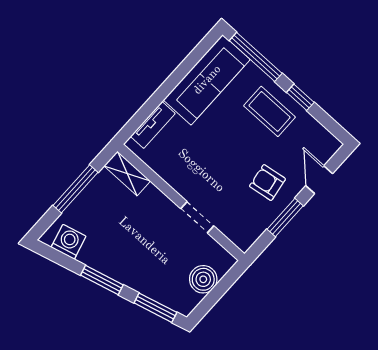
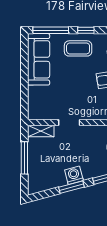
tv unit: (153, 125) -> (33, 100), removed
doorway: (197, 217) -> (69, 123), moved
washing machine: (68, 242) -> (74, 175), moved

